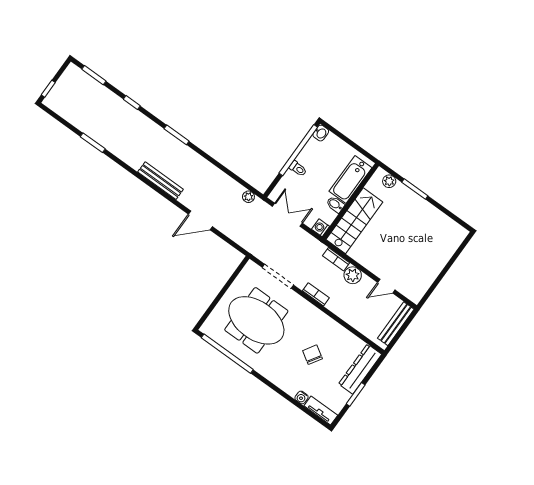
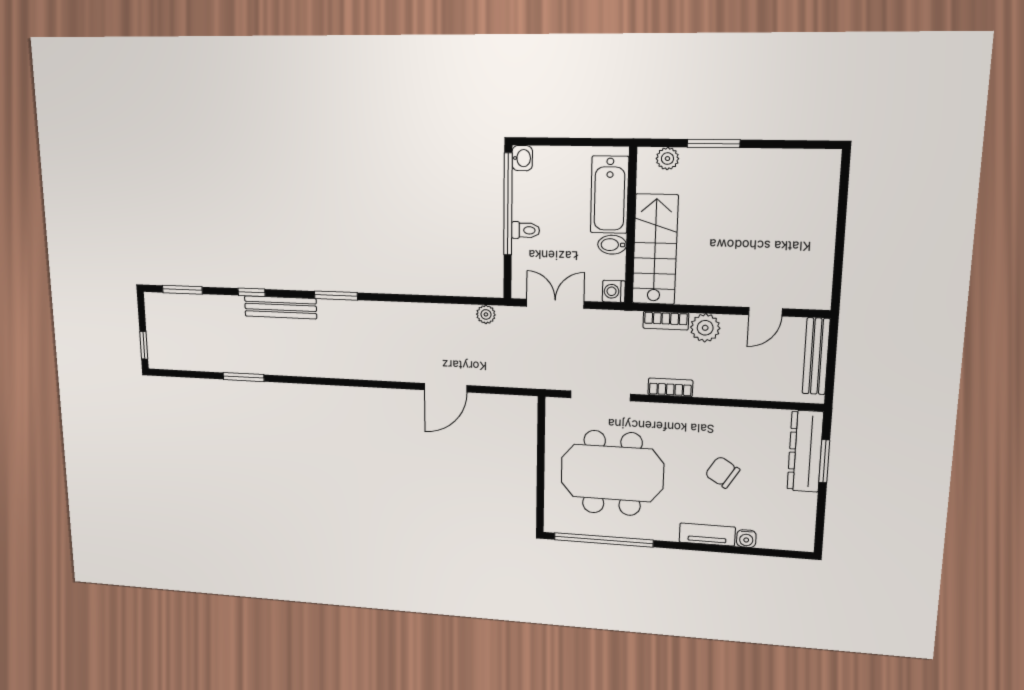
bench: (161, 181) -> (281, 307), moved
window: (356, 394) -> (824, 461), moved
tv unit: (321, 411) -> (707, 535), moved

